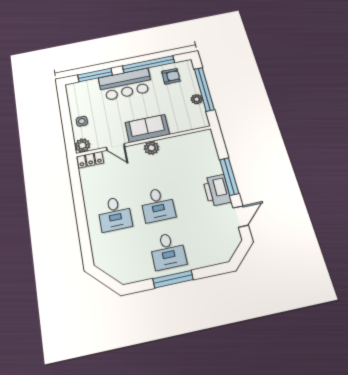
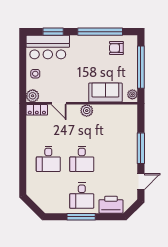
window: (95, 75) -> (53, 32), width x0.69
armchair: (171, 76) -> (116, 48), turned 180
bar counter: (126, 84) -> (48, 47), moved
plant: (197, 99) -> (132, 94), moved
sofa: (147, 128) -> (105, 93), moved
printer: (217, 190) -> (111, 205), moved, turned 90

